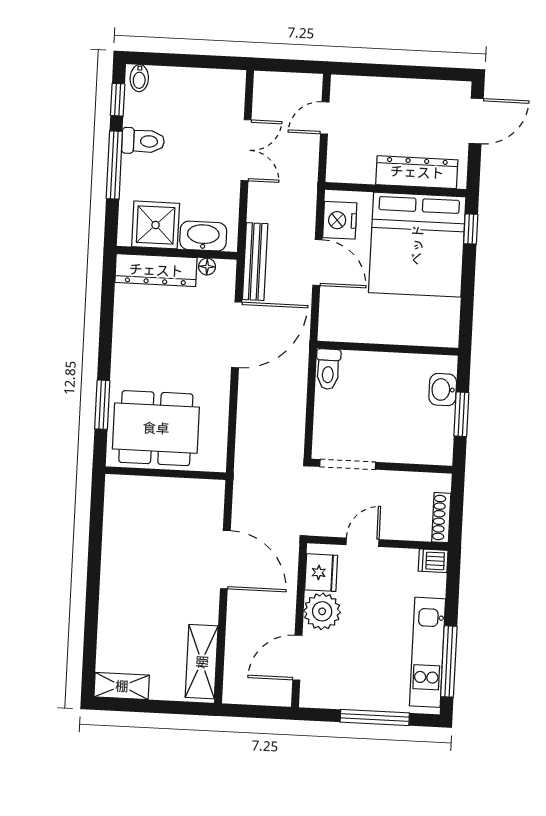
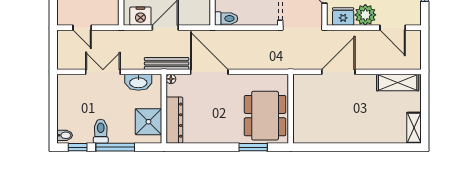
washbasin: (203, 236) -> (138, 82), moved, turned -90
floor lamp: (207, 267) -> (171, 79), moved

